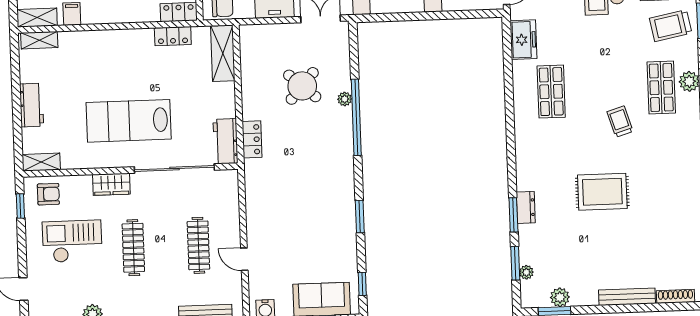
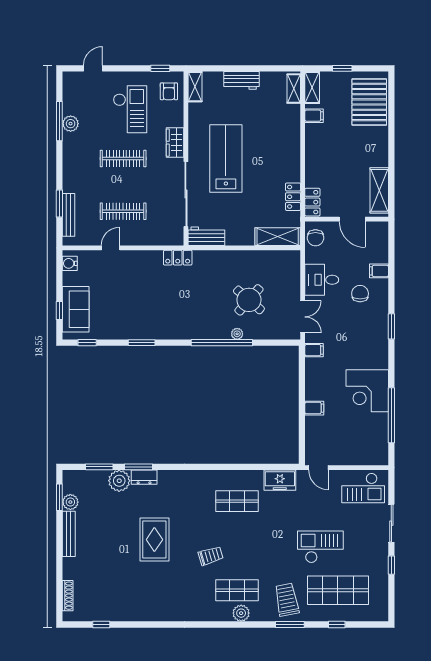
locker: (252, 139) -> (178, 258), moved
plant: (526, 272) -> (119, 481), moved, width x1.88, depth x1.88
bench: (627, 297) -> (69, 534), moved

